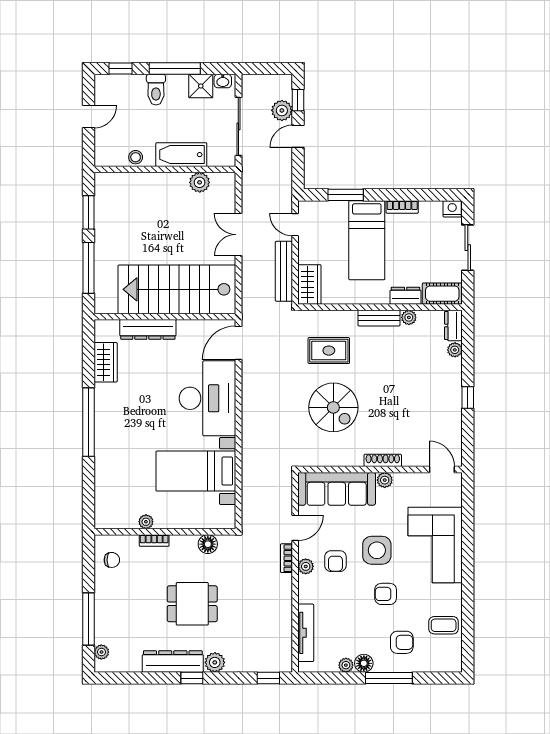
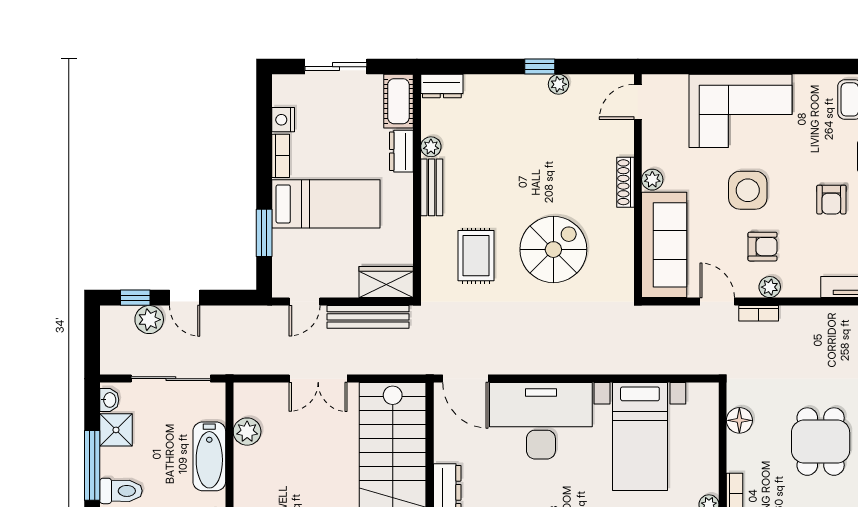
nightstand: (452, 209) -> (283, 120), moved
plant: (455, 350) -> (559, 84), moved
armchair: (386, 594) -> (831, 200), moved

